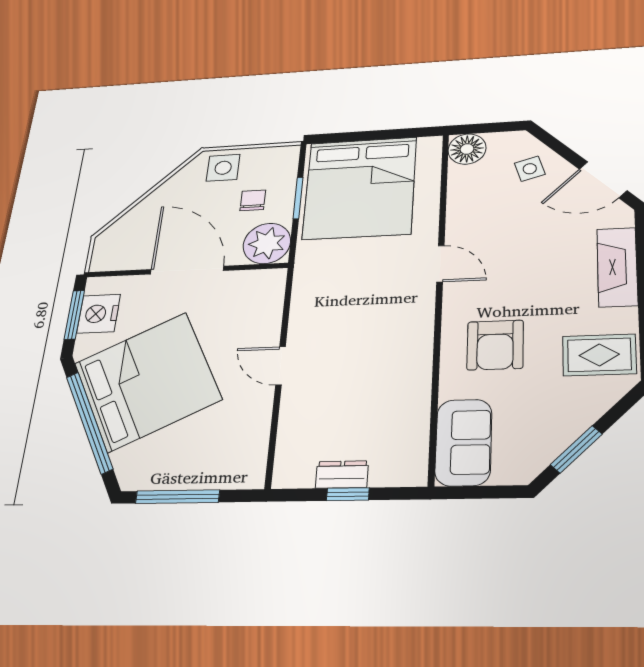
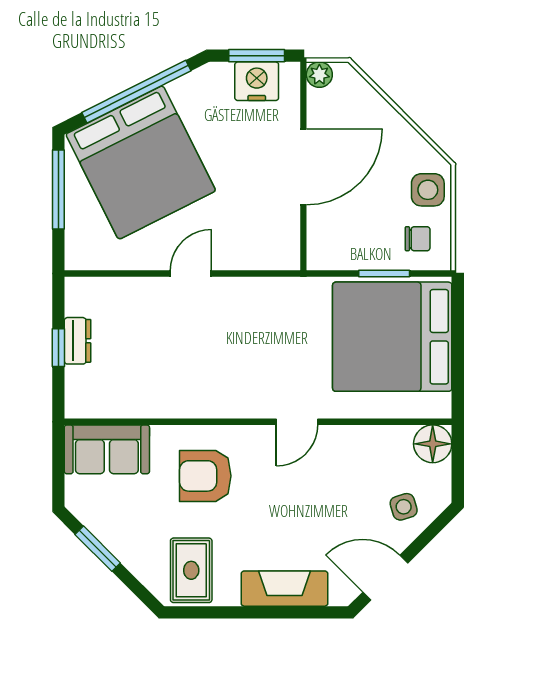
door: (603, 180) -> (385, 578), hinge flipped
chair: (253, 200) -> (418, 239), moved
plant: (267, 243) -> (319, 75), moved, width x0.53, depth x0.53
bed: (147, 381) -> (141, 162), moved

